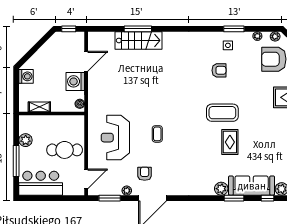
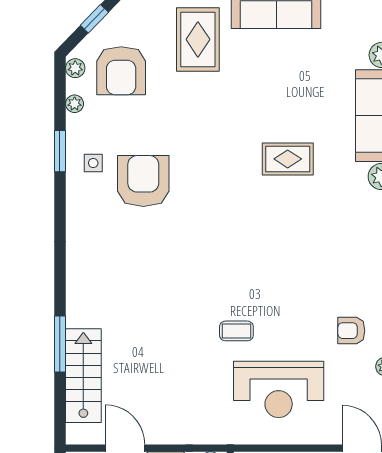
stairs: (138, 40) -> (83, 376), moved
armchair: (219, 70) -> (143, 181), width x1.88, depth x1.88
coffee table: (222, 113) -> (229, 174), removed
coffee table: (157, 134) -> (236, 331), moved

